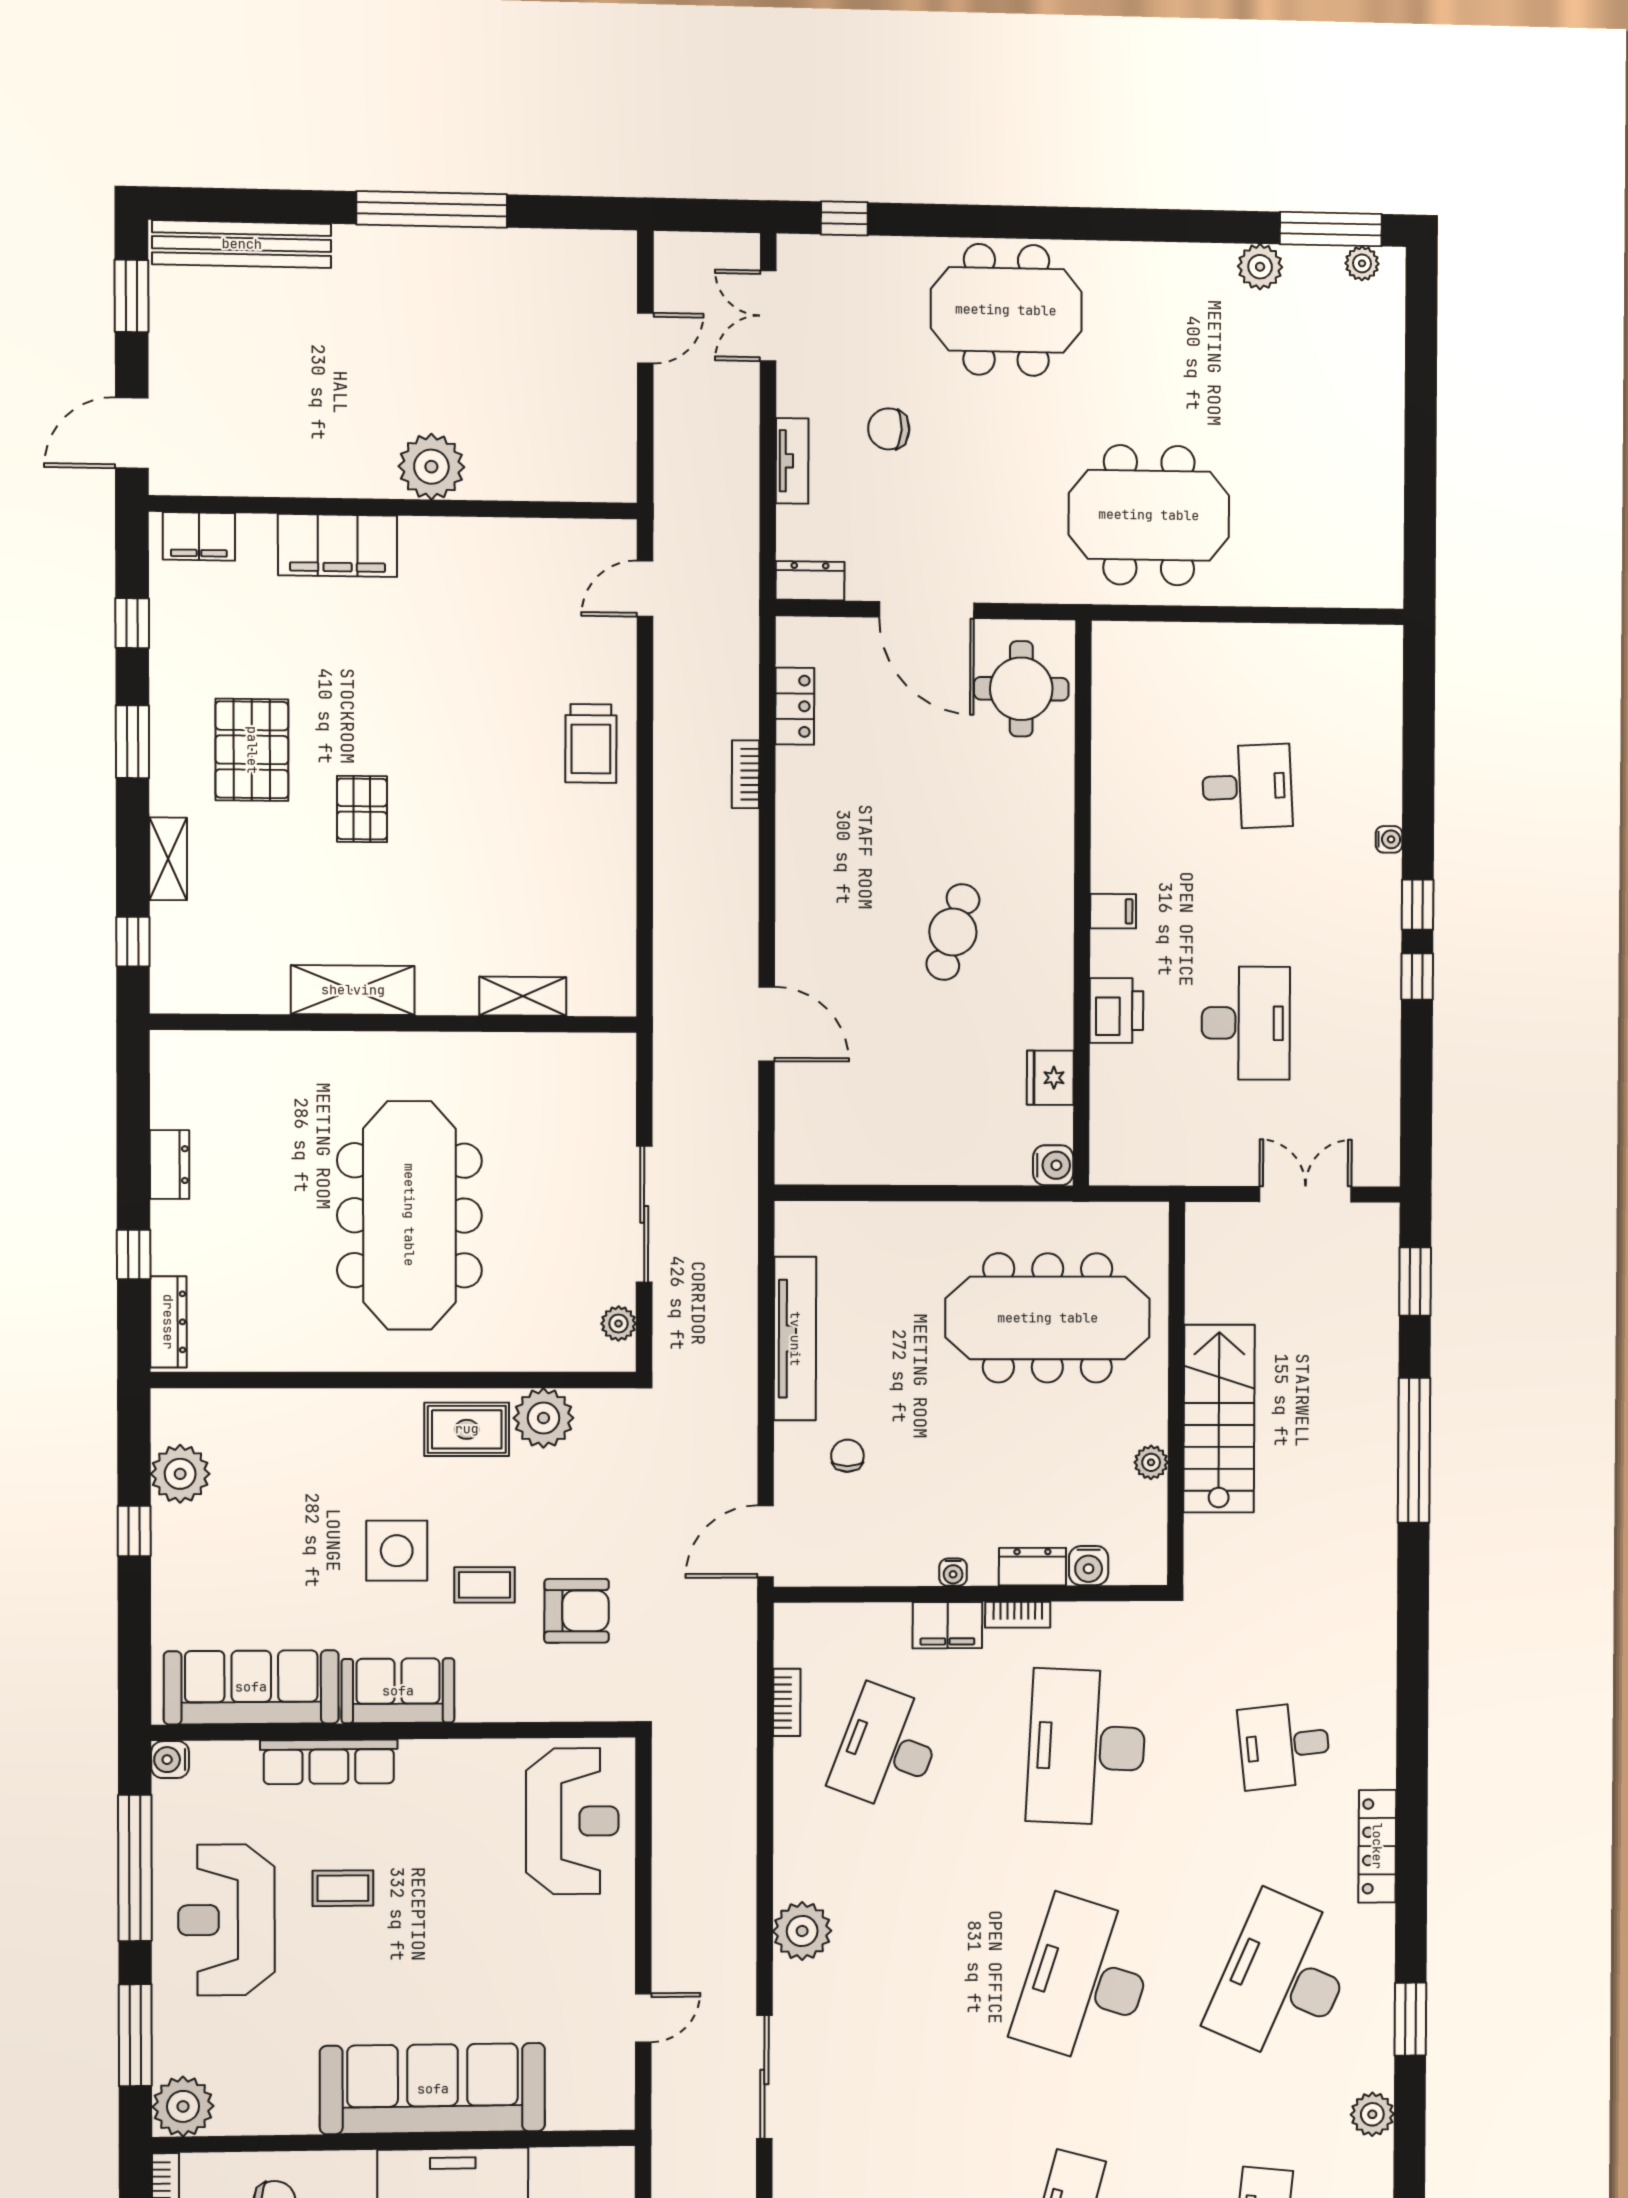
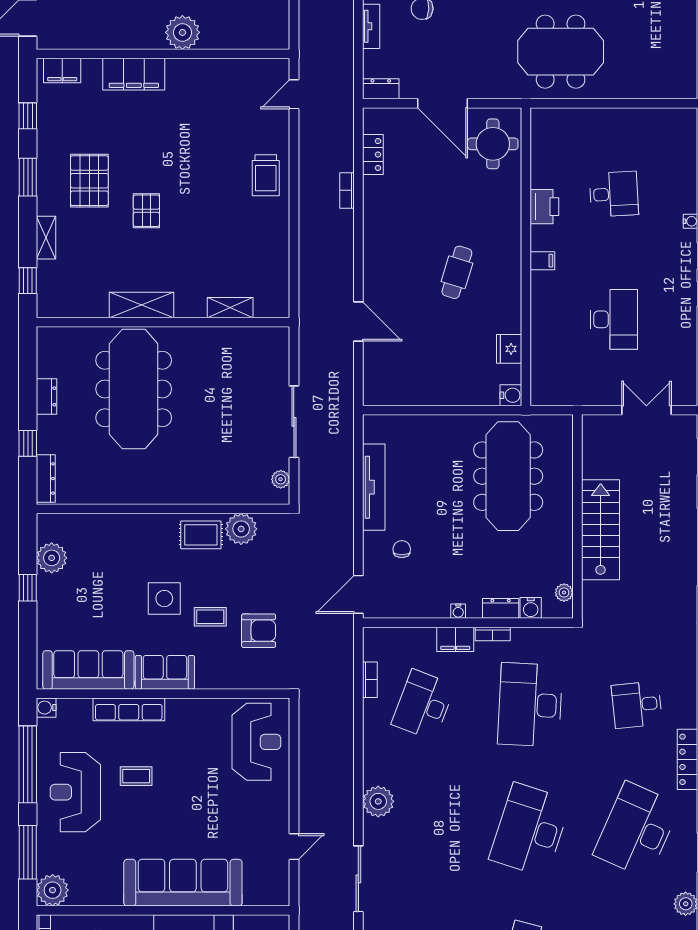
printer: (1116, 1010) -> (544, 207), moved
meeting table: (409, 1215) -> (134, 389), moved
meeting table: (1048, 1318) -> (508, 476), turned 90
plant: (1151, 1462) -> (564, 593), moved

